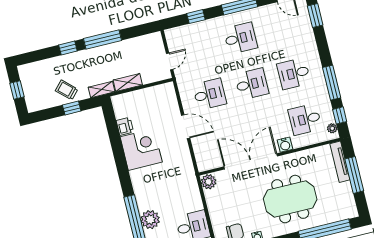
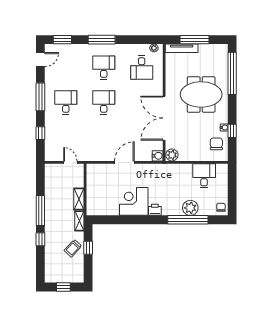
desk: (294, 74) -> (104, 68), turned 180
window: (332, 83) -> (102, 40), moved
desk: (210, 94) -> (104, 137), removed
window: (340, 115) -> (145, 40), removed
printer: (125, 126) -> (155, 210), moved
water cooler: (285, 145) -> (158, 156), moved
meeting table: (290, 199) -> (201, 94), turned 90

